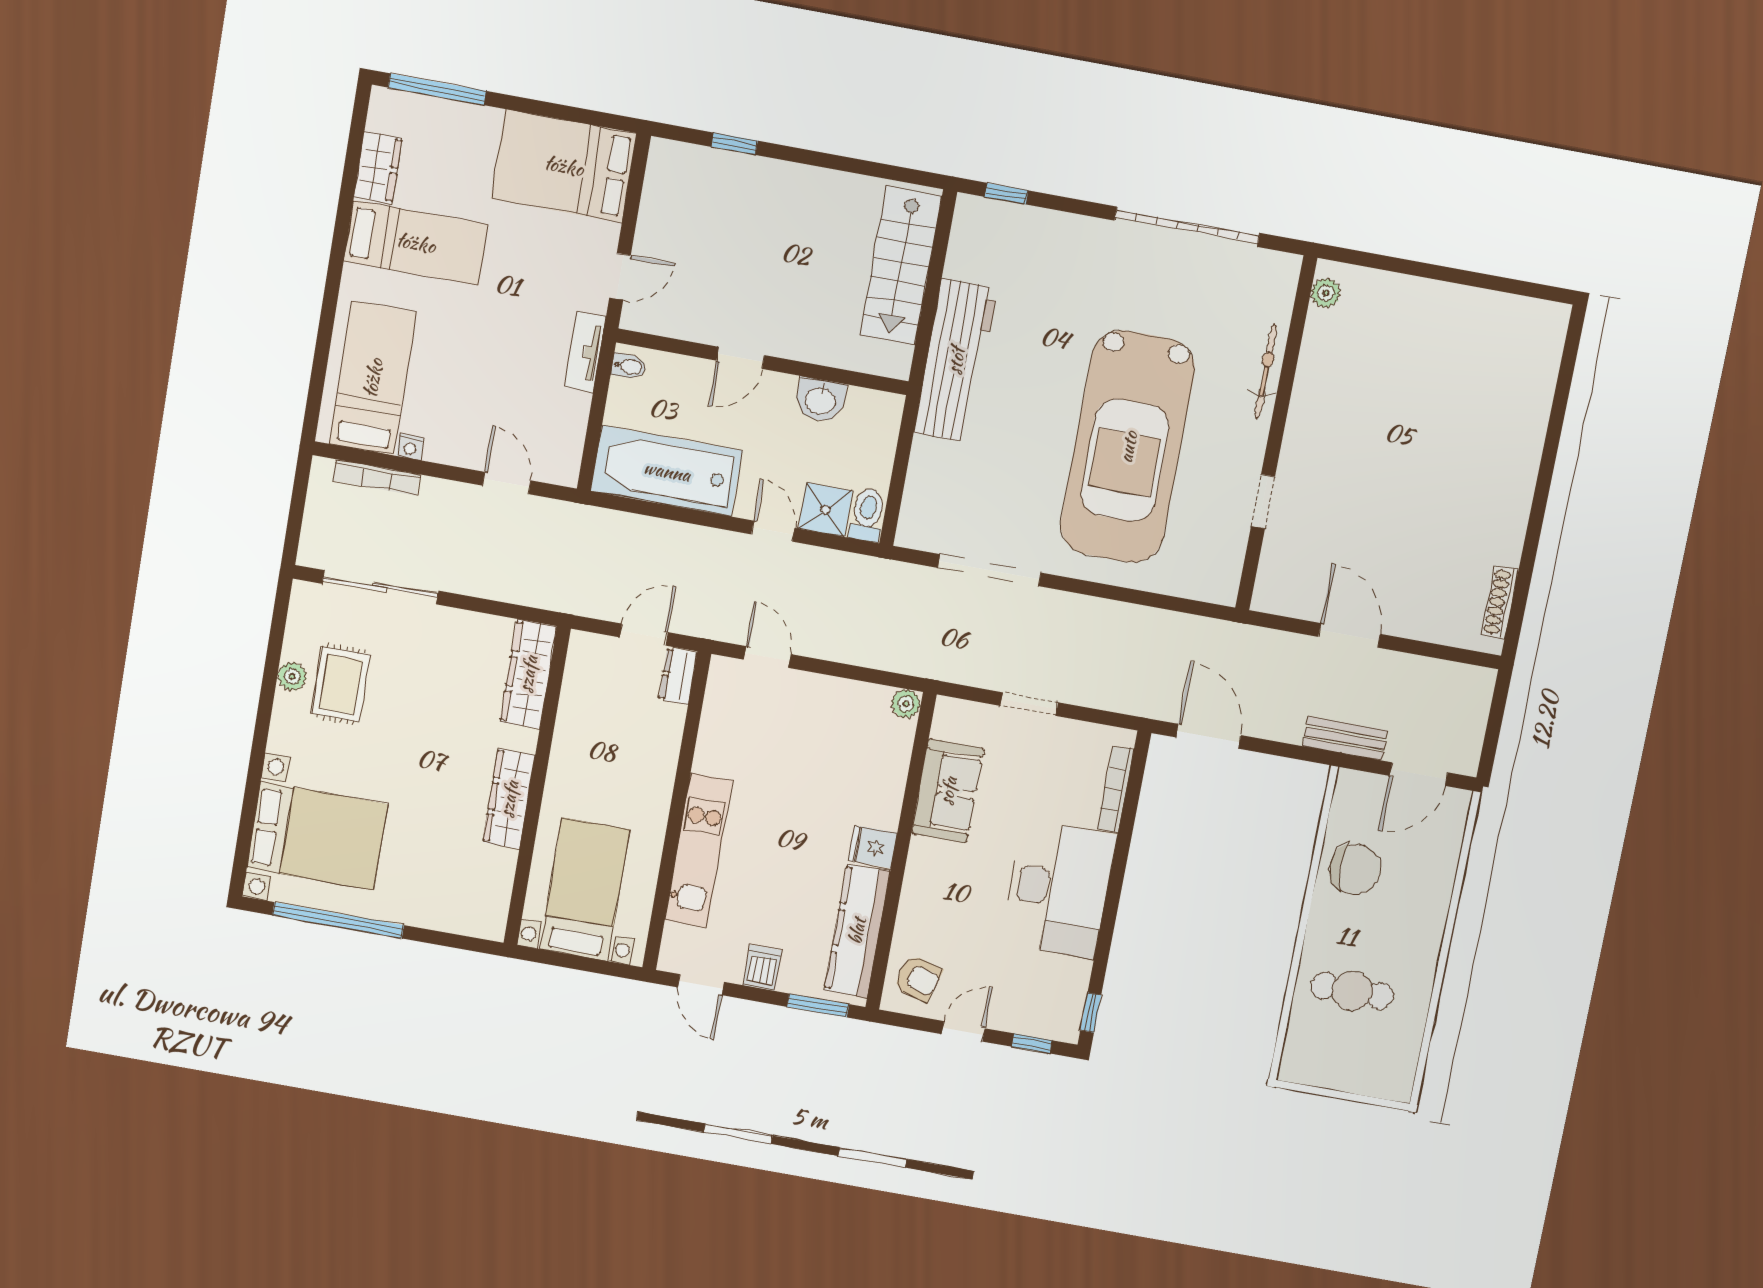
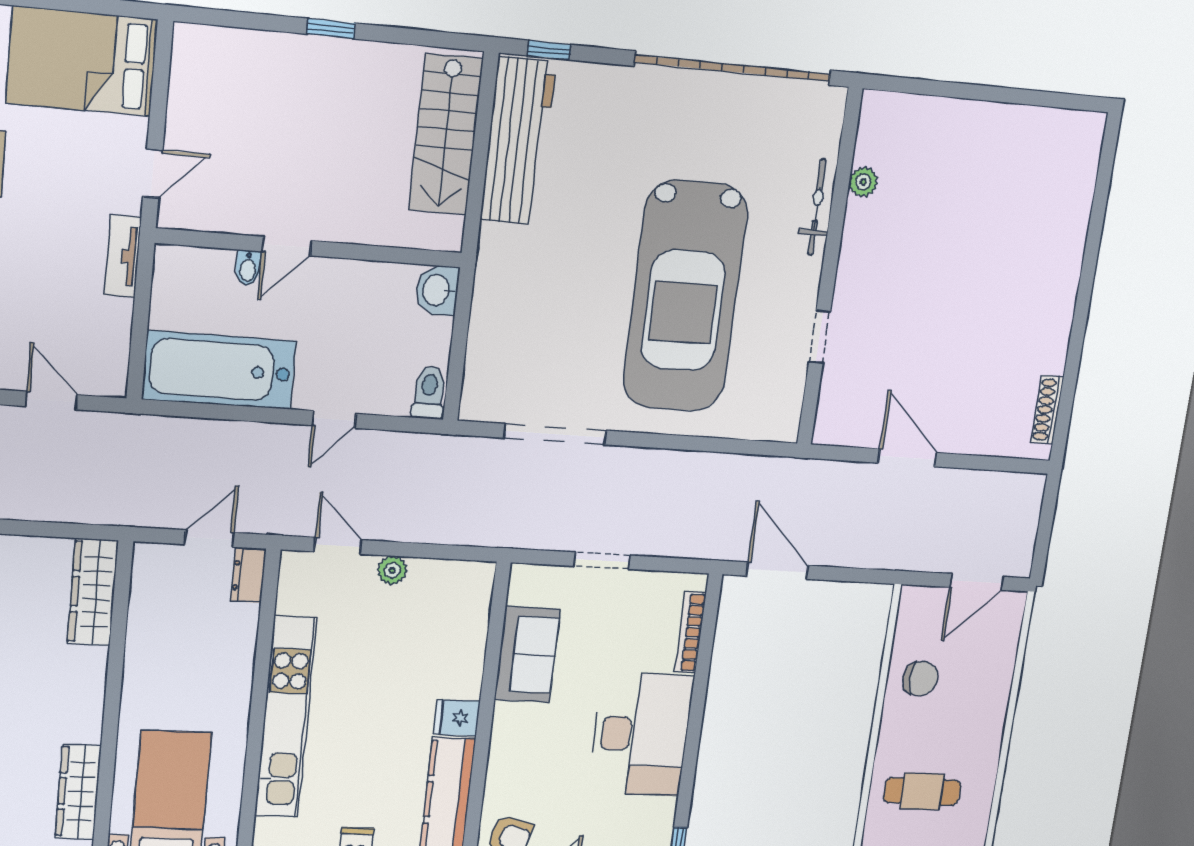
window: (734, 144) -> (331, 29), moved
garage door: (1187, 227) -> (733, 68), width x1.36
plant: (1326, 293) -> (863, 182), moved
workbench: (956, 361) -> (518, 141), moved
bidet: (629, 366) -> (248, 268), moved, turned 90
washbasin: (820, 400) -> (437, 290), moved, turned 90
shower: (825, 510) -> (386, 392), removed
door: (773, 531) -> (334, 419), swing flipped
plant: (906, 704) -> (392, 570), moved
bench: (1345, 738) -> (907, 557), removed
wardrobe: (509, 799) -> (78, 792), moved
kitchen unit: (699, 850) -> (286, 717), width x1.36
chair: (1355, 869) -> (921, 679), width x0.73, depth x0.73

